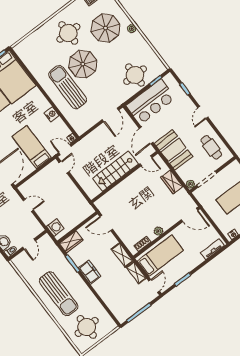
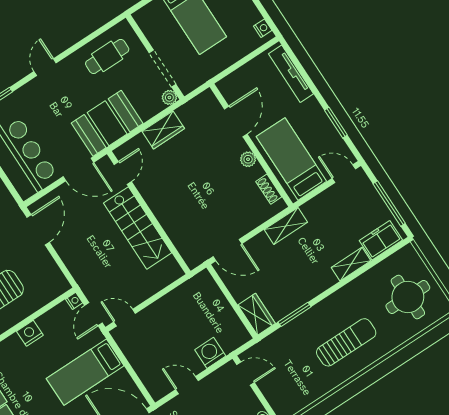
door: (203, 113) -> (45, 67), swing flipped
door: (110, 115) -> (38, 230), hinge flipped
door: (28, 205) -> (187, 385), hinge flipped
door: (190, 215) -> (236, 121), moved
door: (106, 223) -> (227, 250), hinge flipped
washing machine: (55, 227) -> (210, 353), moved
door: (29, 244) -> (245, 374), moved
tv unit: (212, 249) -> (291, 74), width x1.41
freezer: (90, 272) -> (381, 240), moved
shelving: (136, 273) -> (351, 264), moved
sun lounger: (59, 294) -> (346, 342), width x0.73, depth x0.75

